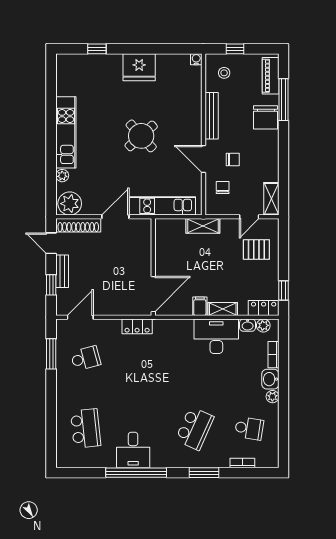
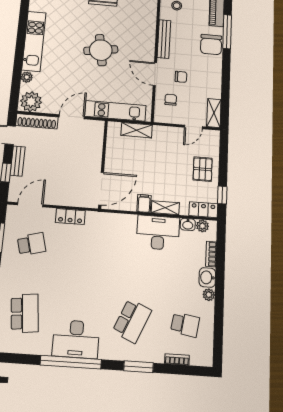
round table: (141, 136) -> (101, 50), turned 33
shelving: (203, 226) -> (137, 130), moved
pallet: (256, 250) -> (203, 169), moved, turned 90
locker: (137, 326) -> (70, 217), moved
desk: (133, 450) -> (76, 339), width x1.37

